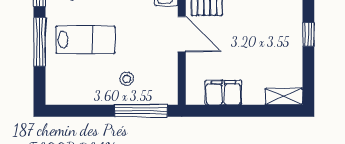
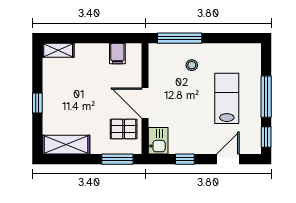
lab bench: (86, 40) -> (227, 98), turned 90
filing cabinet: (223, 93) -> (117, 53), width x0.50

